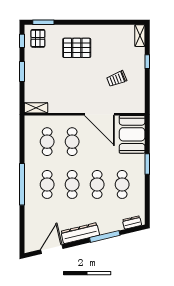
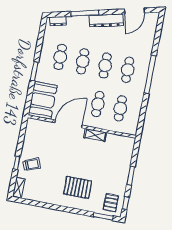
trolley: (117, 79) -> (32, 164), moved
shelving: (36, 108) -> (95, 135), moved
door: (99, 114) -> (69, 124), hinge flipped

